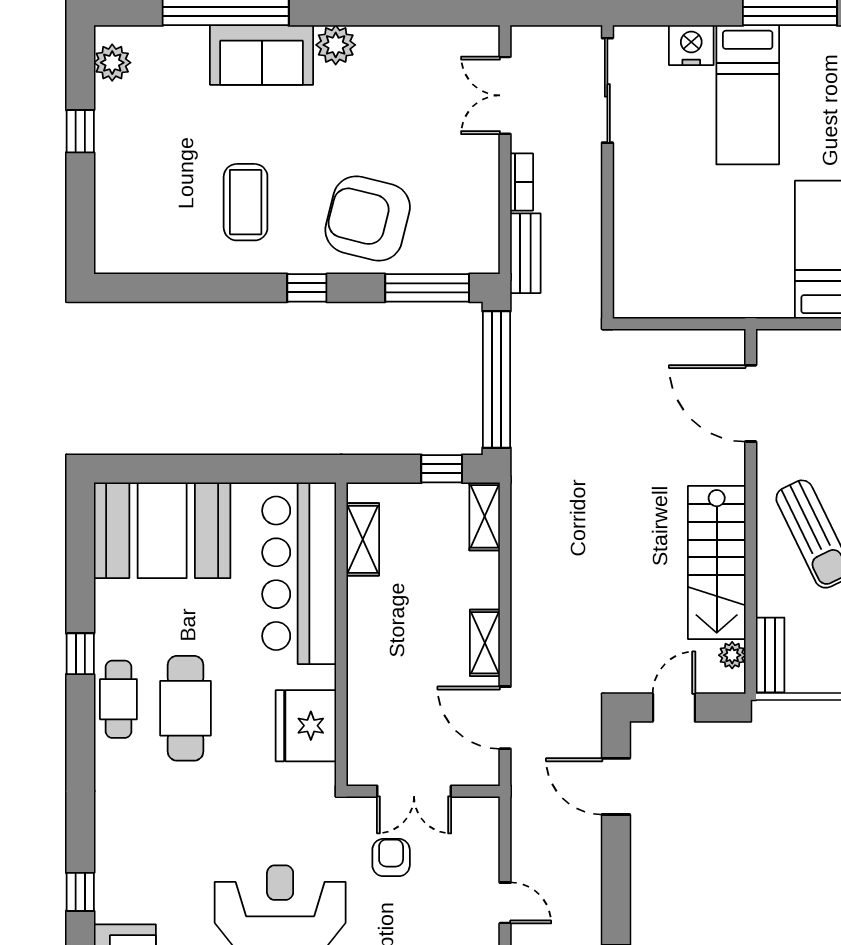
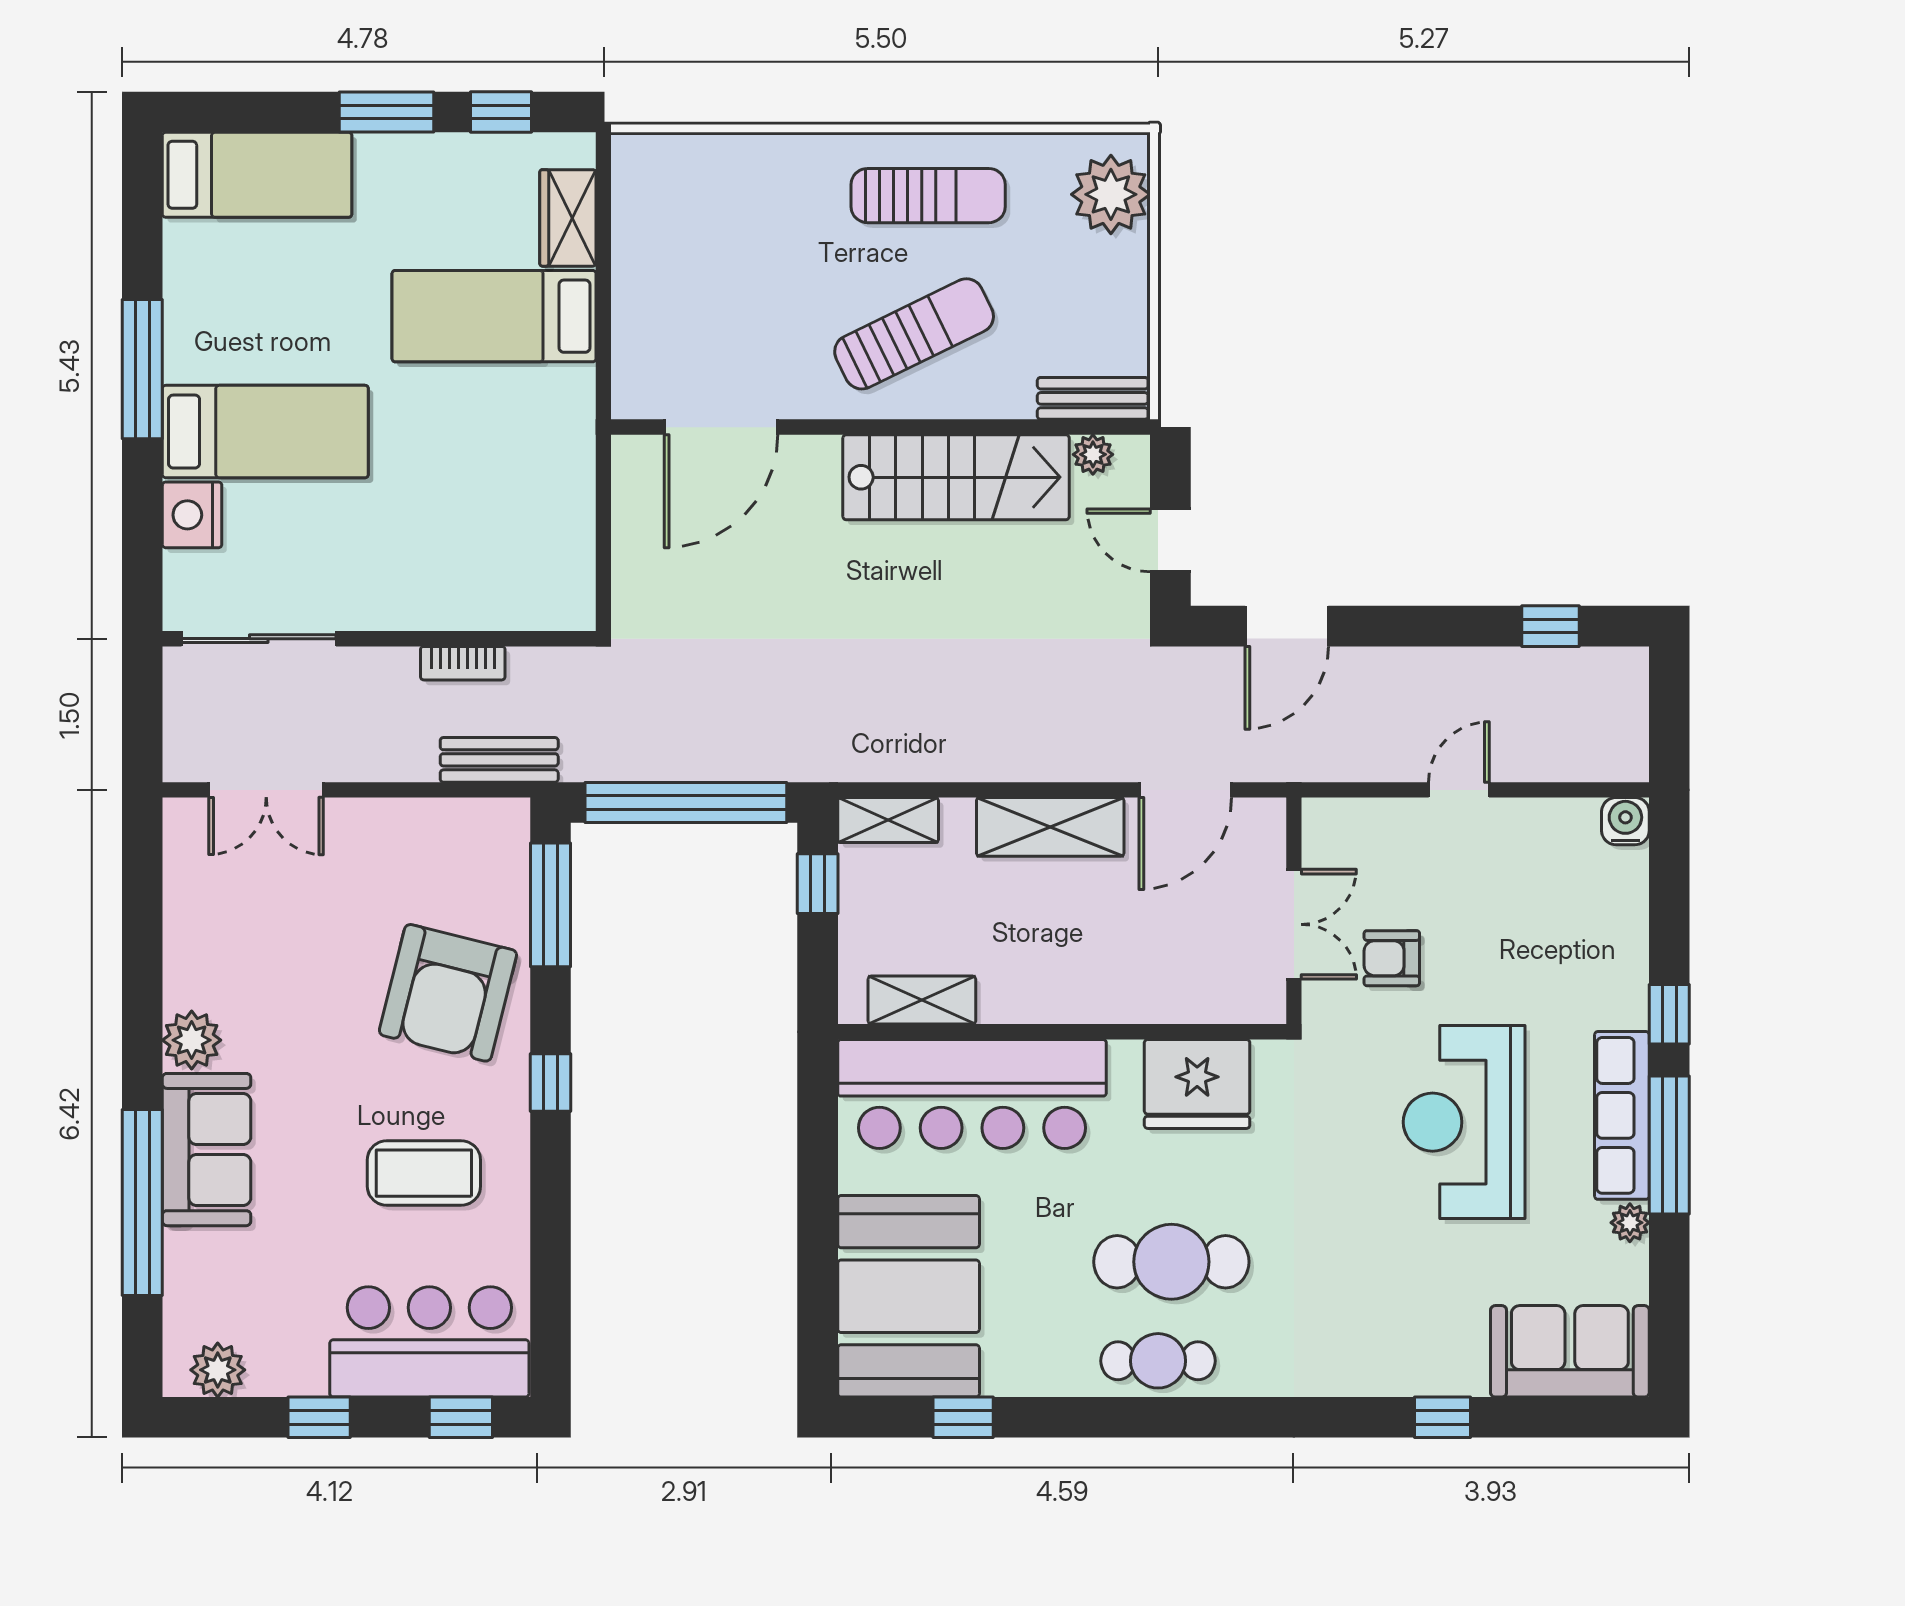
bookcase: (522, 182) -> (463, 663), moved, turned 180
bar counter: (131, 206) -> (429, 1342), added
window: (80, 227) -> (461, 1417), added
shelving: (485, 643) -> (1050, 827), width x1.50, depth x1.33
window: (80, 654) -> (963, 1417), moved

